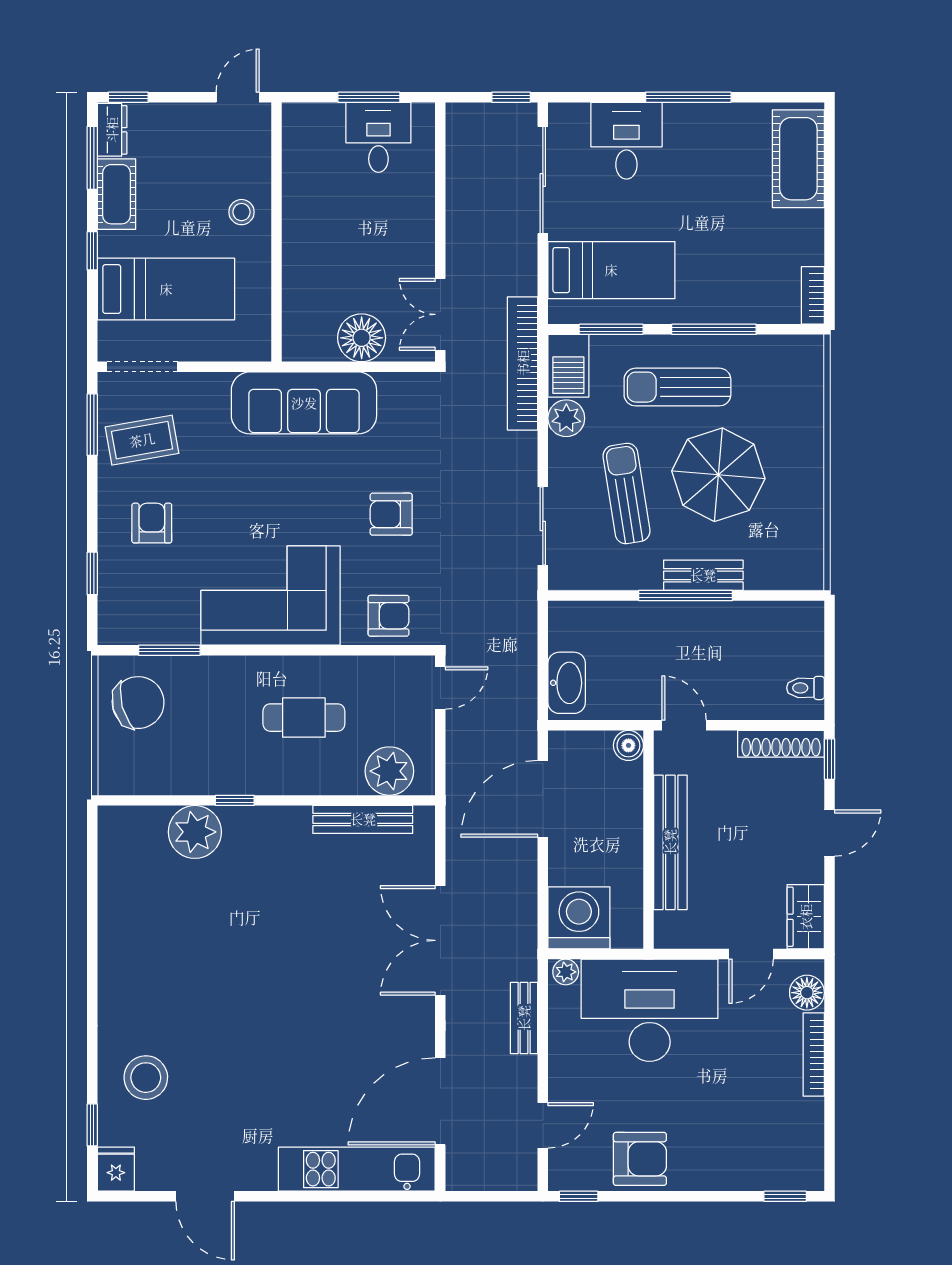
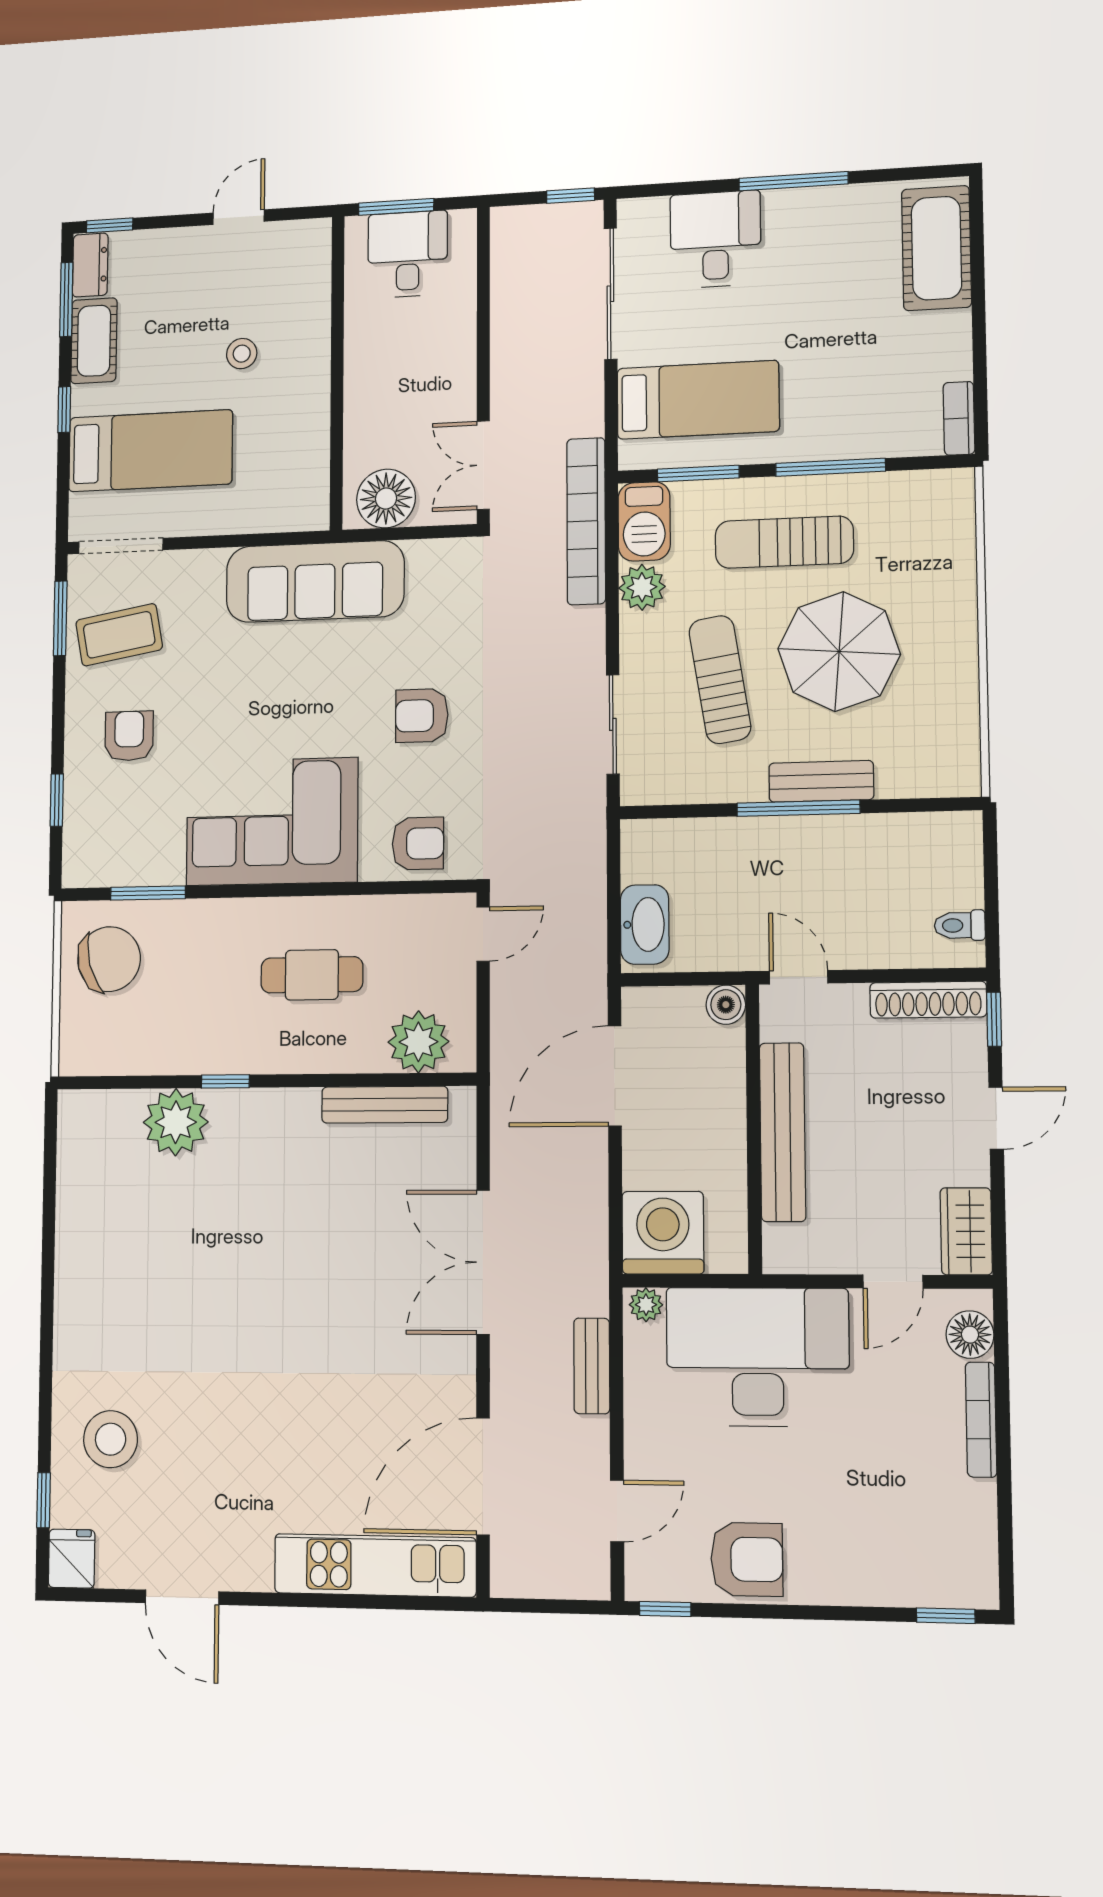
wall: (277, 232) -> (337, 372), moved

